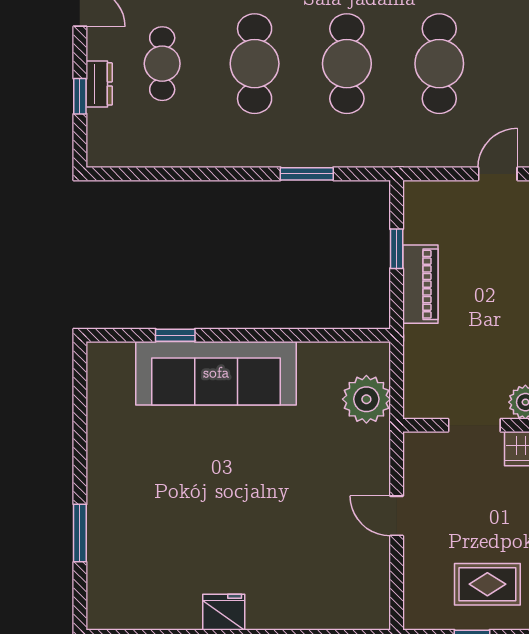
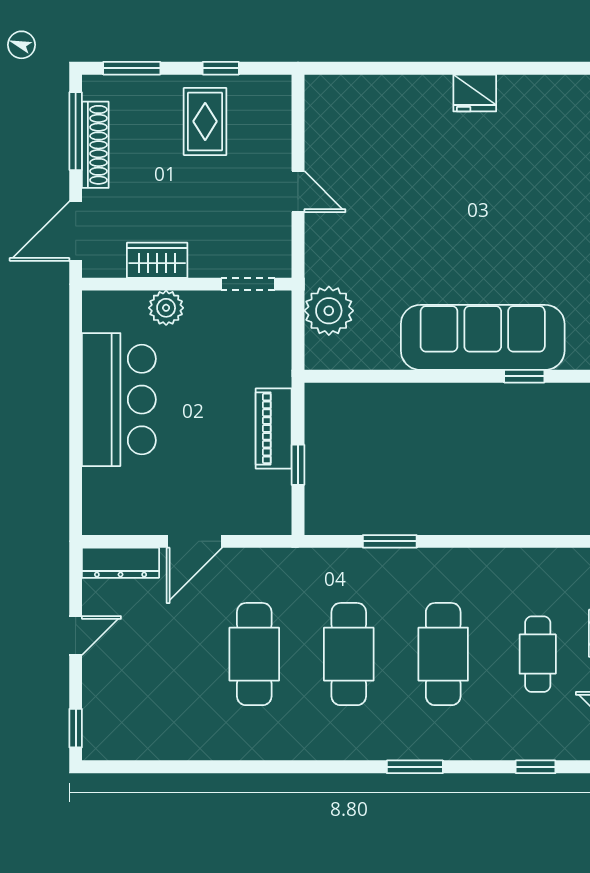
door: (498, 174) -> (194, 541), width x1.38
doorway: (474, 425) -> (248, 284), moved
rug: (487, 584) -> (205, 121), turned 90

